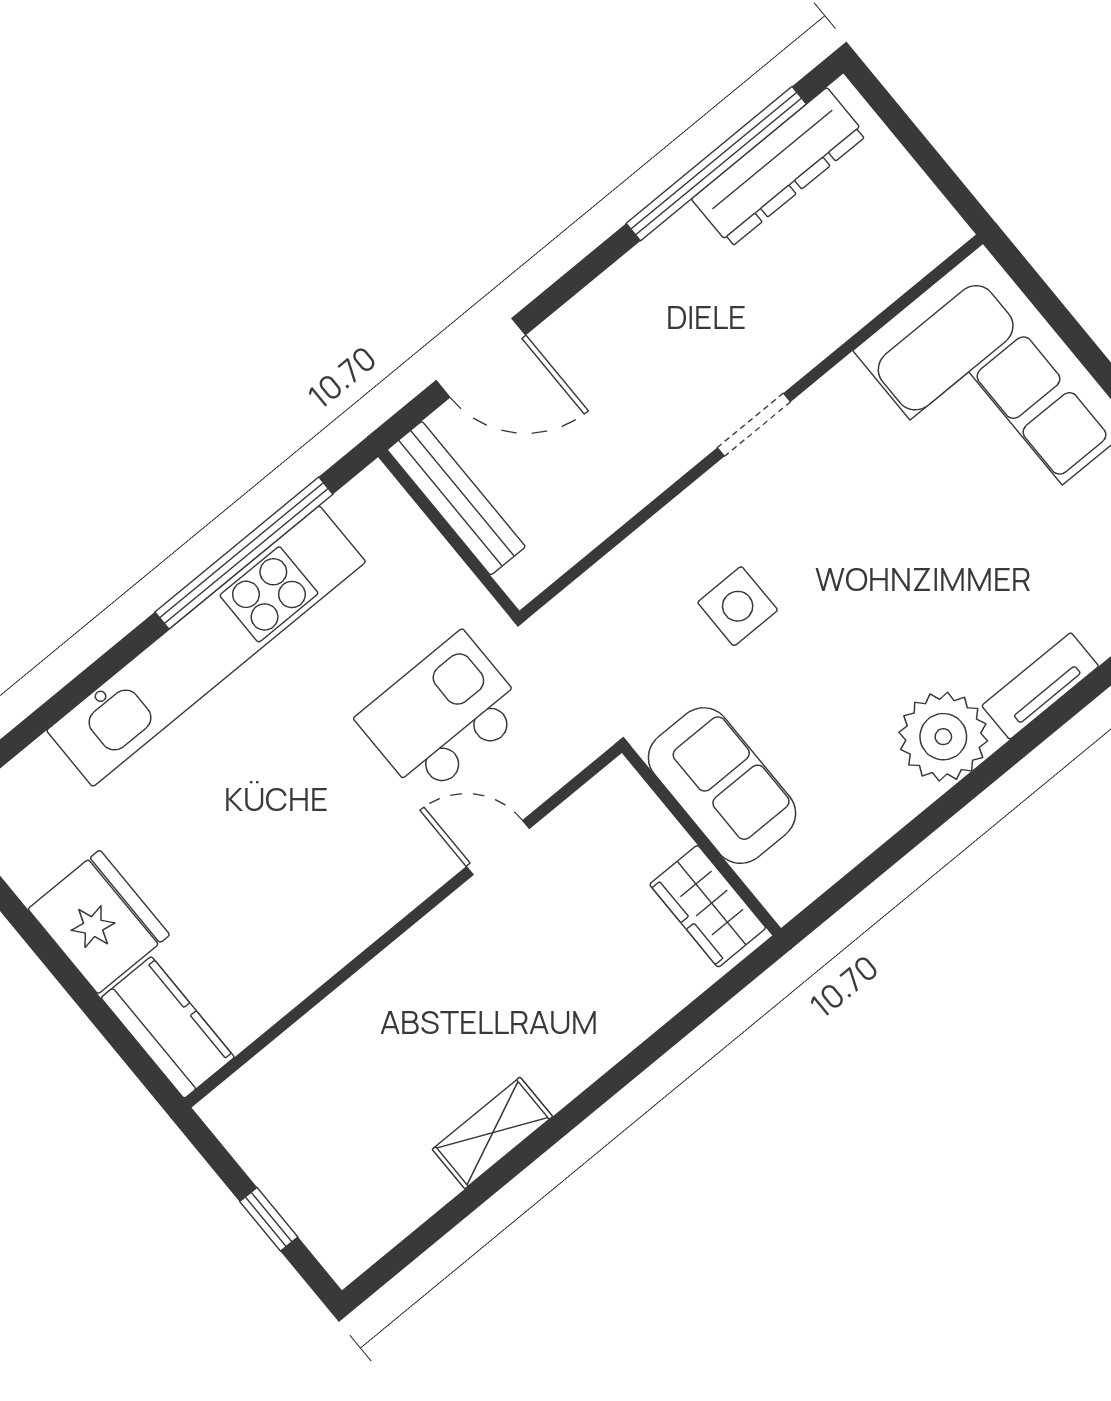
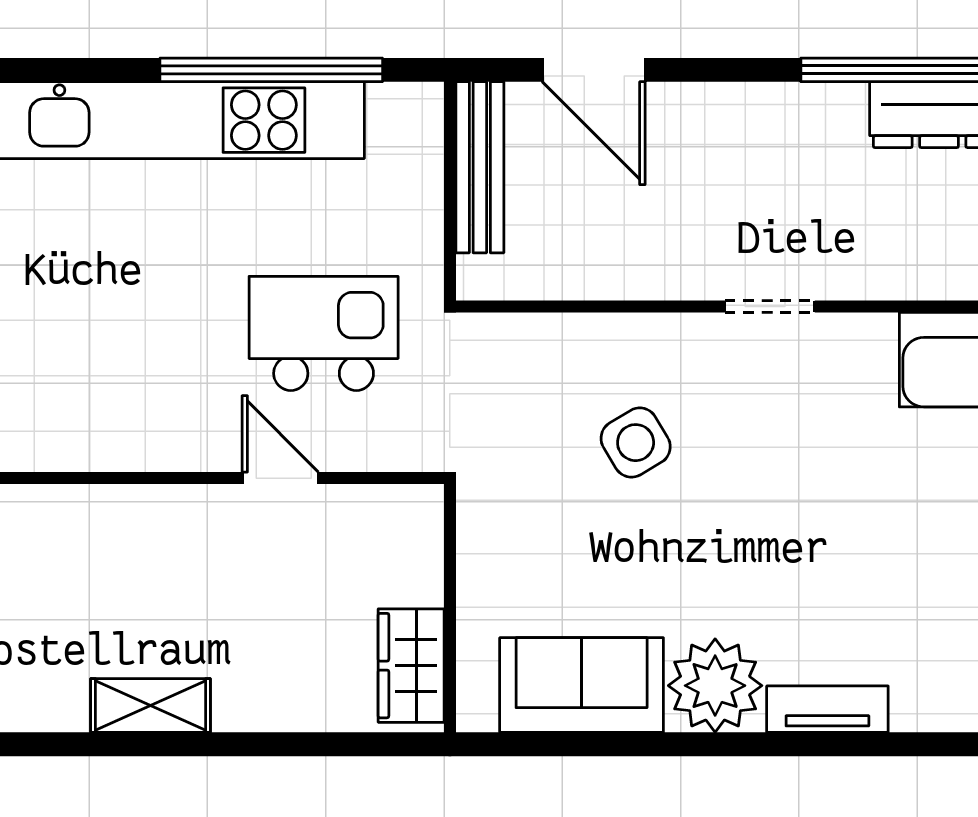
side table: (738, 606) -> (636, 443), turned -31
sofa: (722, 786) -> (582, 685), moved, turned -90
shelving: (492, 1133) -> (151, 705), moved

